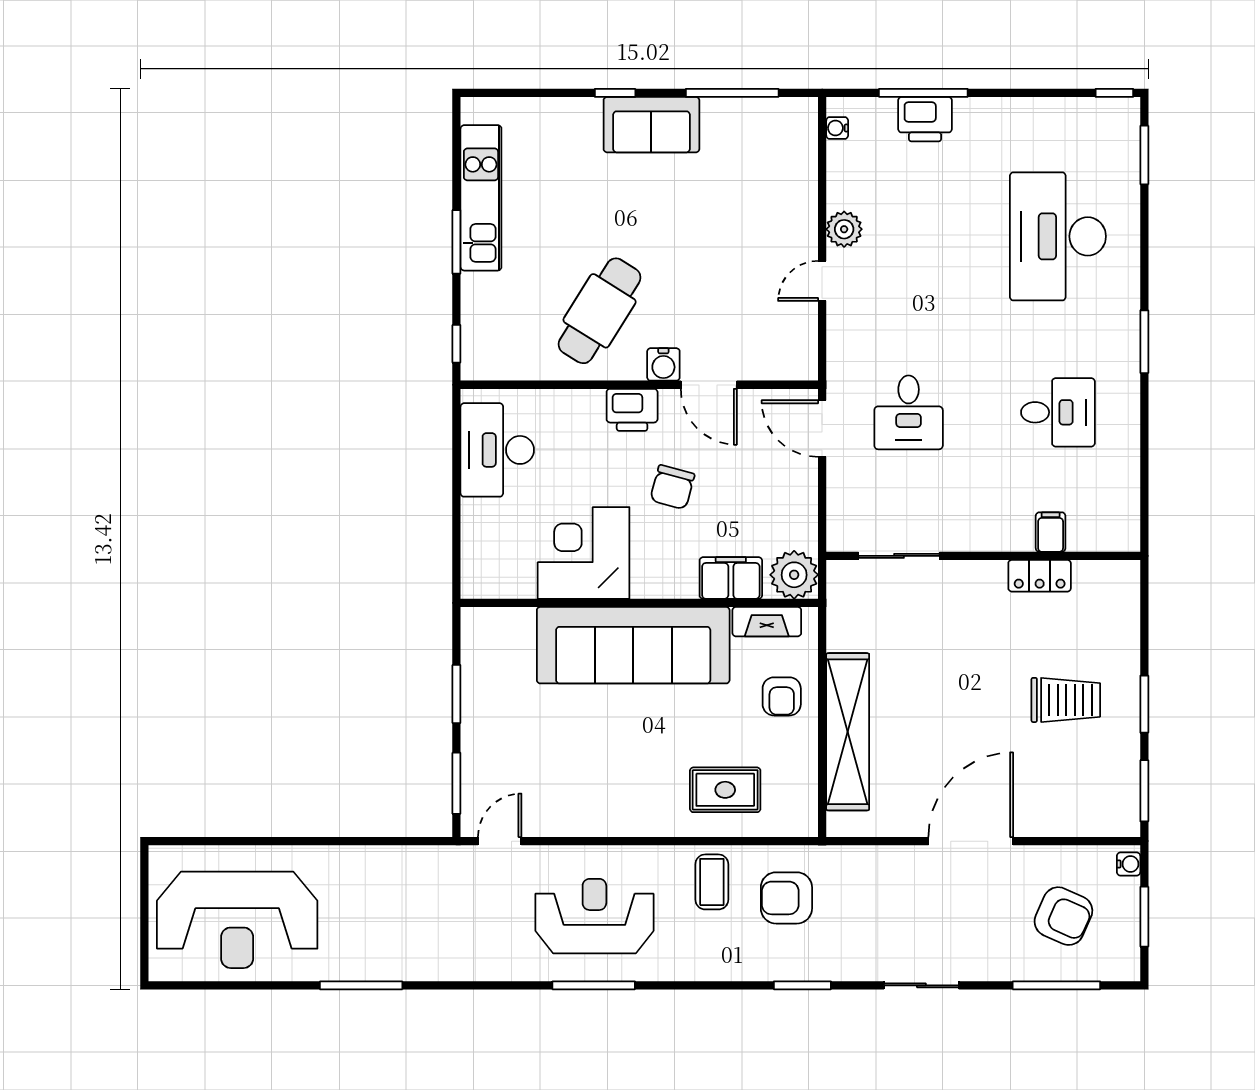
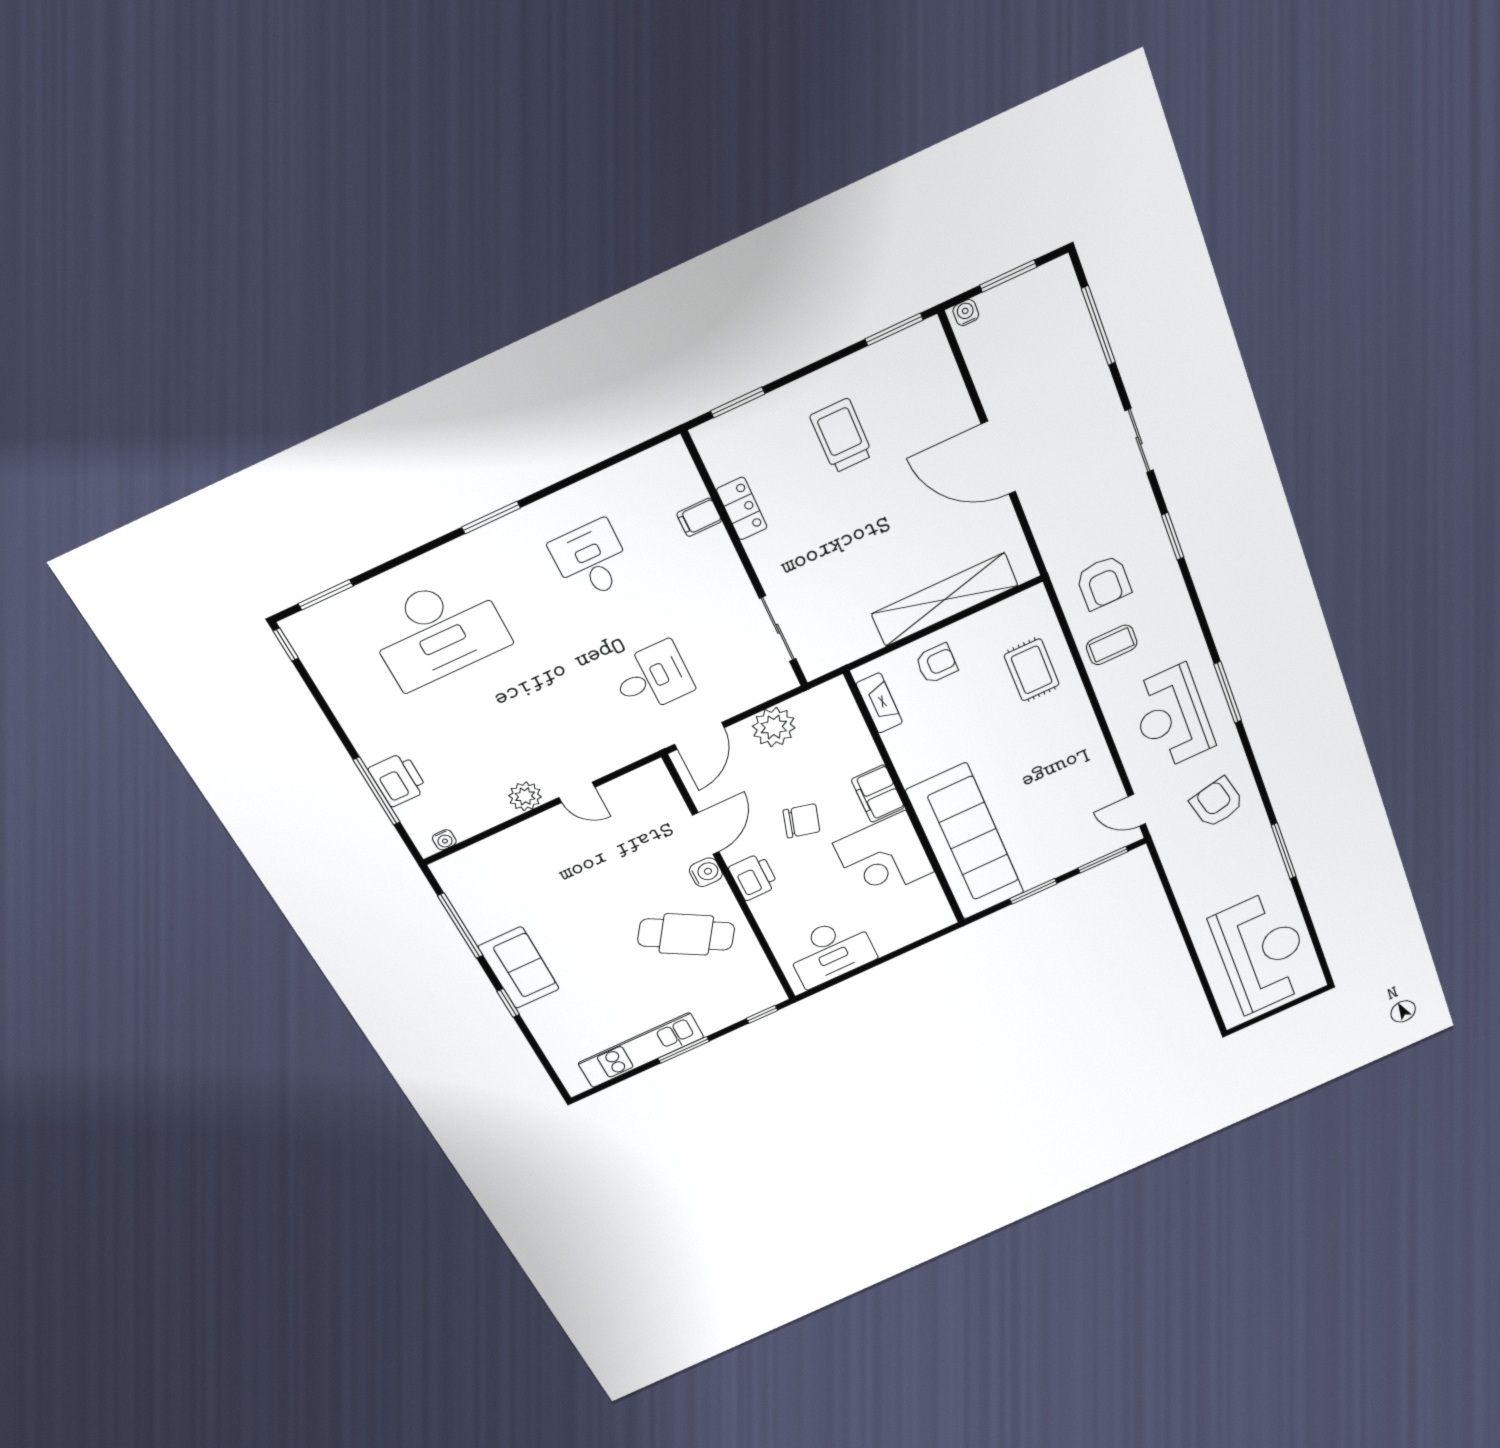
plant: (794, 575) -> (774, 727), moved
filing cabinet: (731, 578) -> (878, 794), moved
sofa: (633, 645) -> (965, 842), moved
window: (1144, 704) -> (738, 402), moved
armchair: (1063, 916) -> (1217, 802), moved, turned -37

